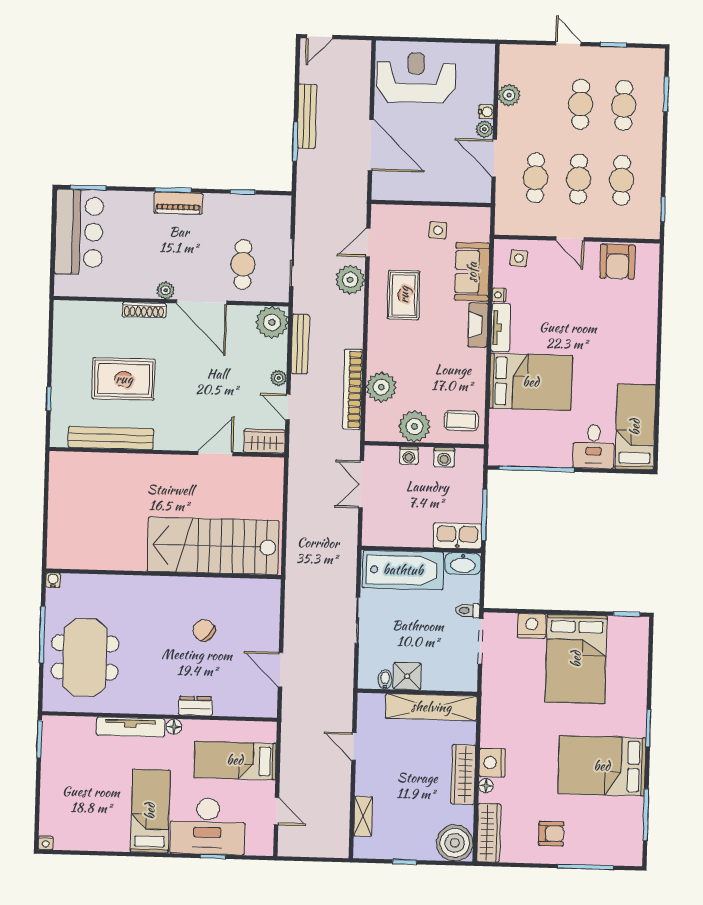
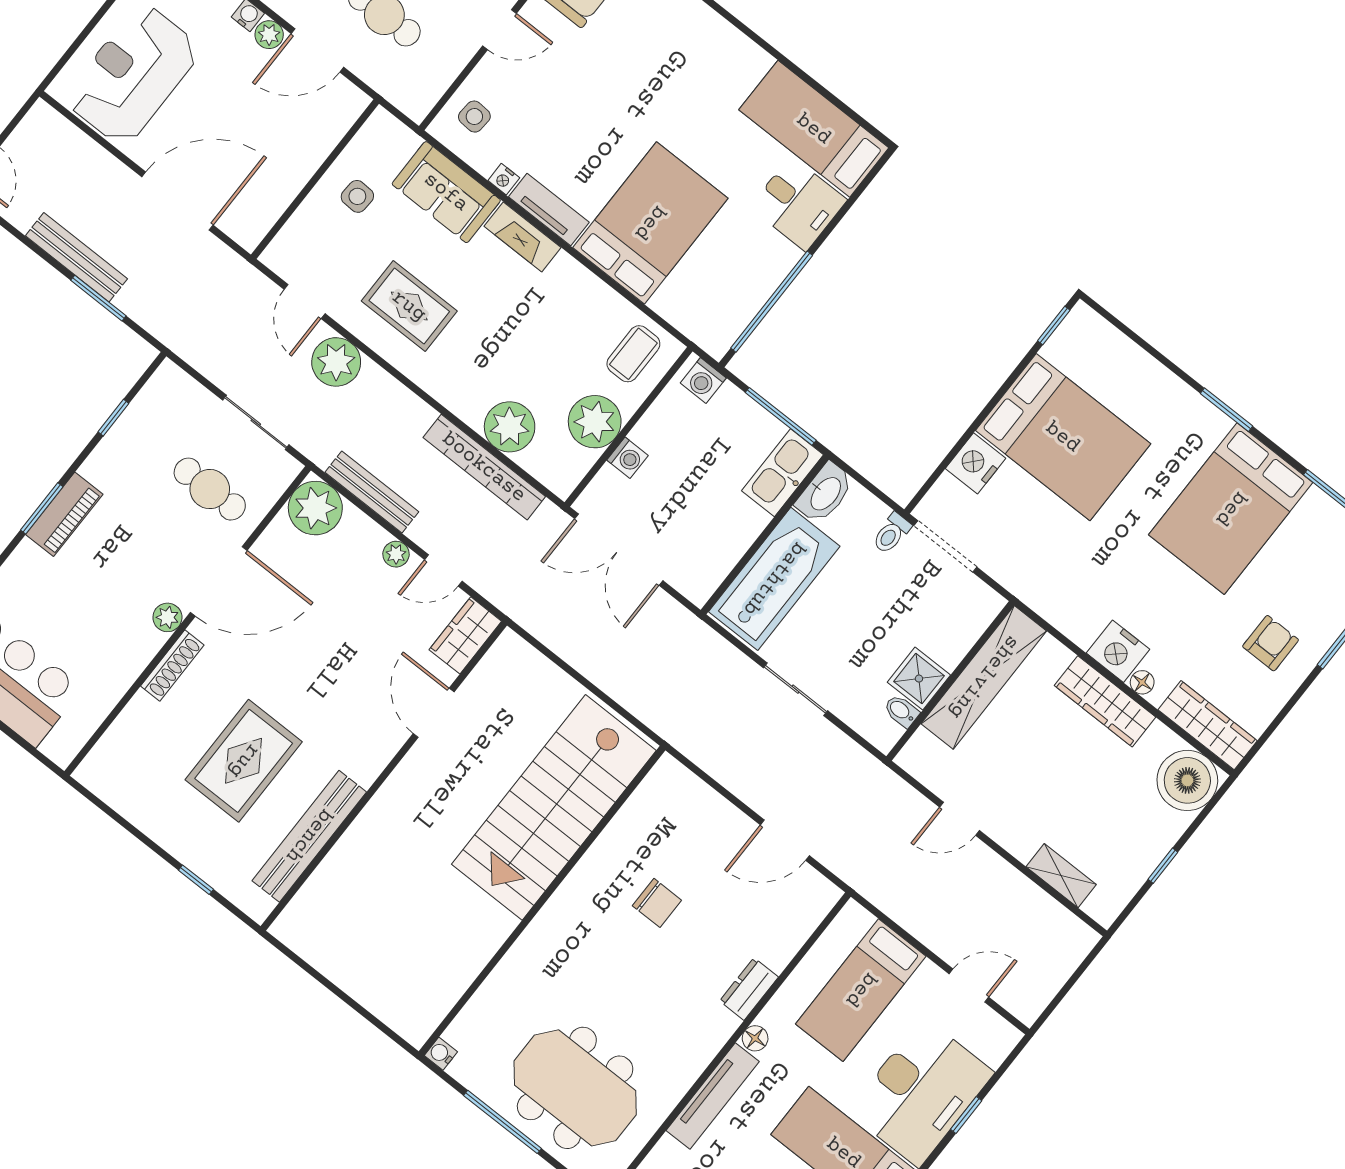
washing machine: (444, 457) -> (703, 381), moved, turned 90
double door: (361, 484) -> (619, 550), width x1.37
chair: (204, 630) -> (657, 903), turned -131

